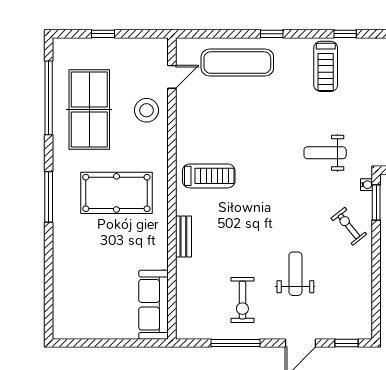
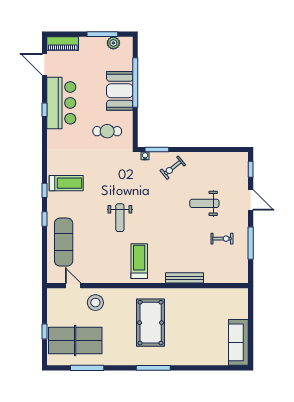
window: (345, 34) -> (44, 190), moved
window: (49, 98) -> (87, 368), width x0.68
table tennis table: (89, 109) -> (75, 341), moved
weight bench: (325, 153) -> (120, 218), moved
bench: (183, 236) -> (185, 278), width x1.36
exercise bike: (242, 300) -> (222, 239), width x0.73, depth x0.72
sofa: (154, 305) -> (238, 342), moved, turned 90

